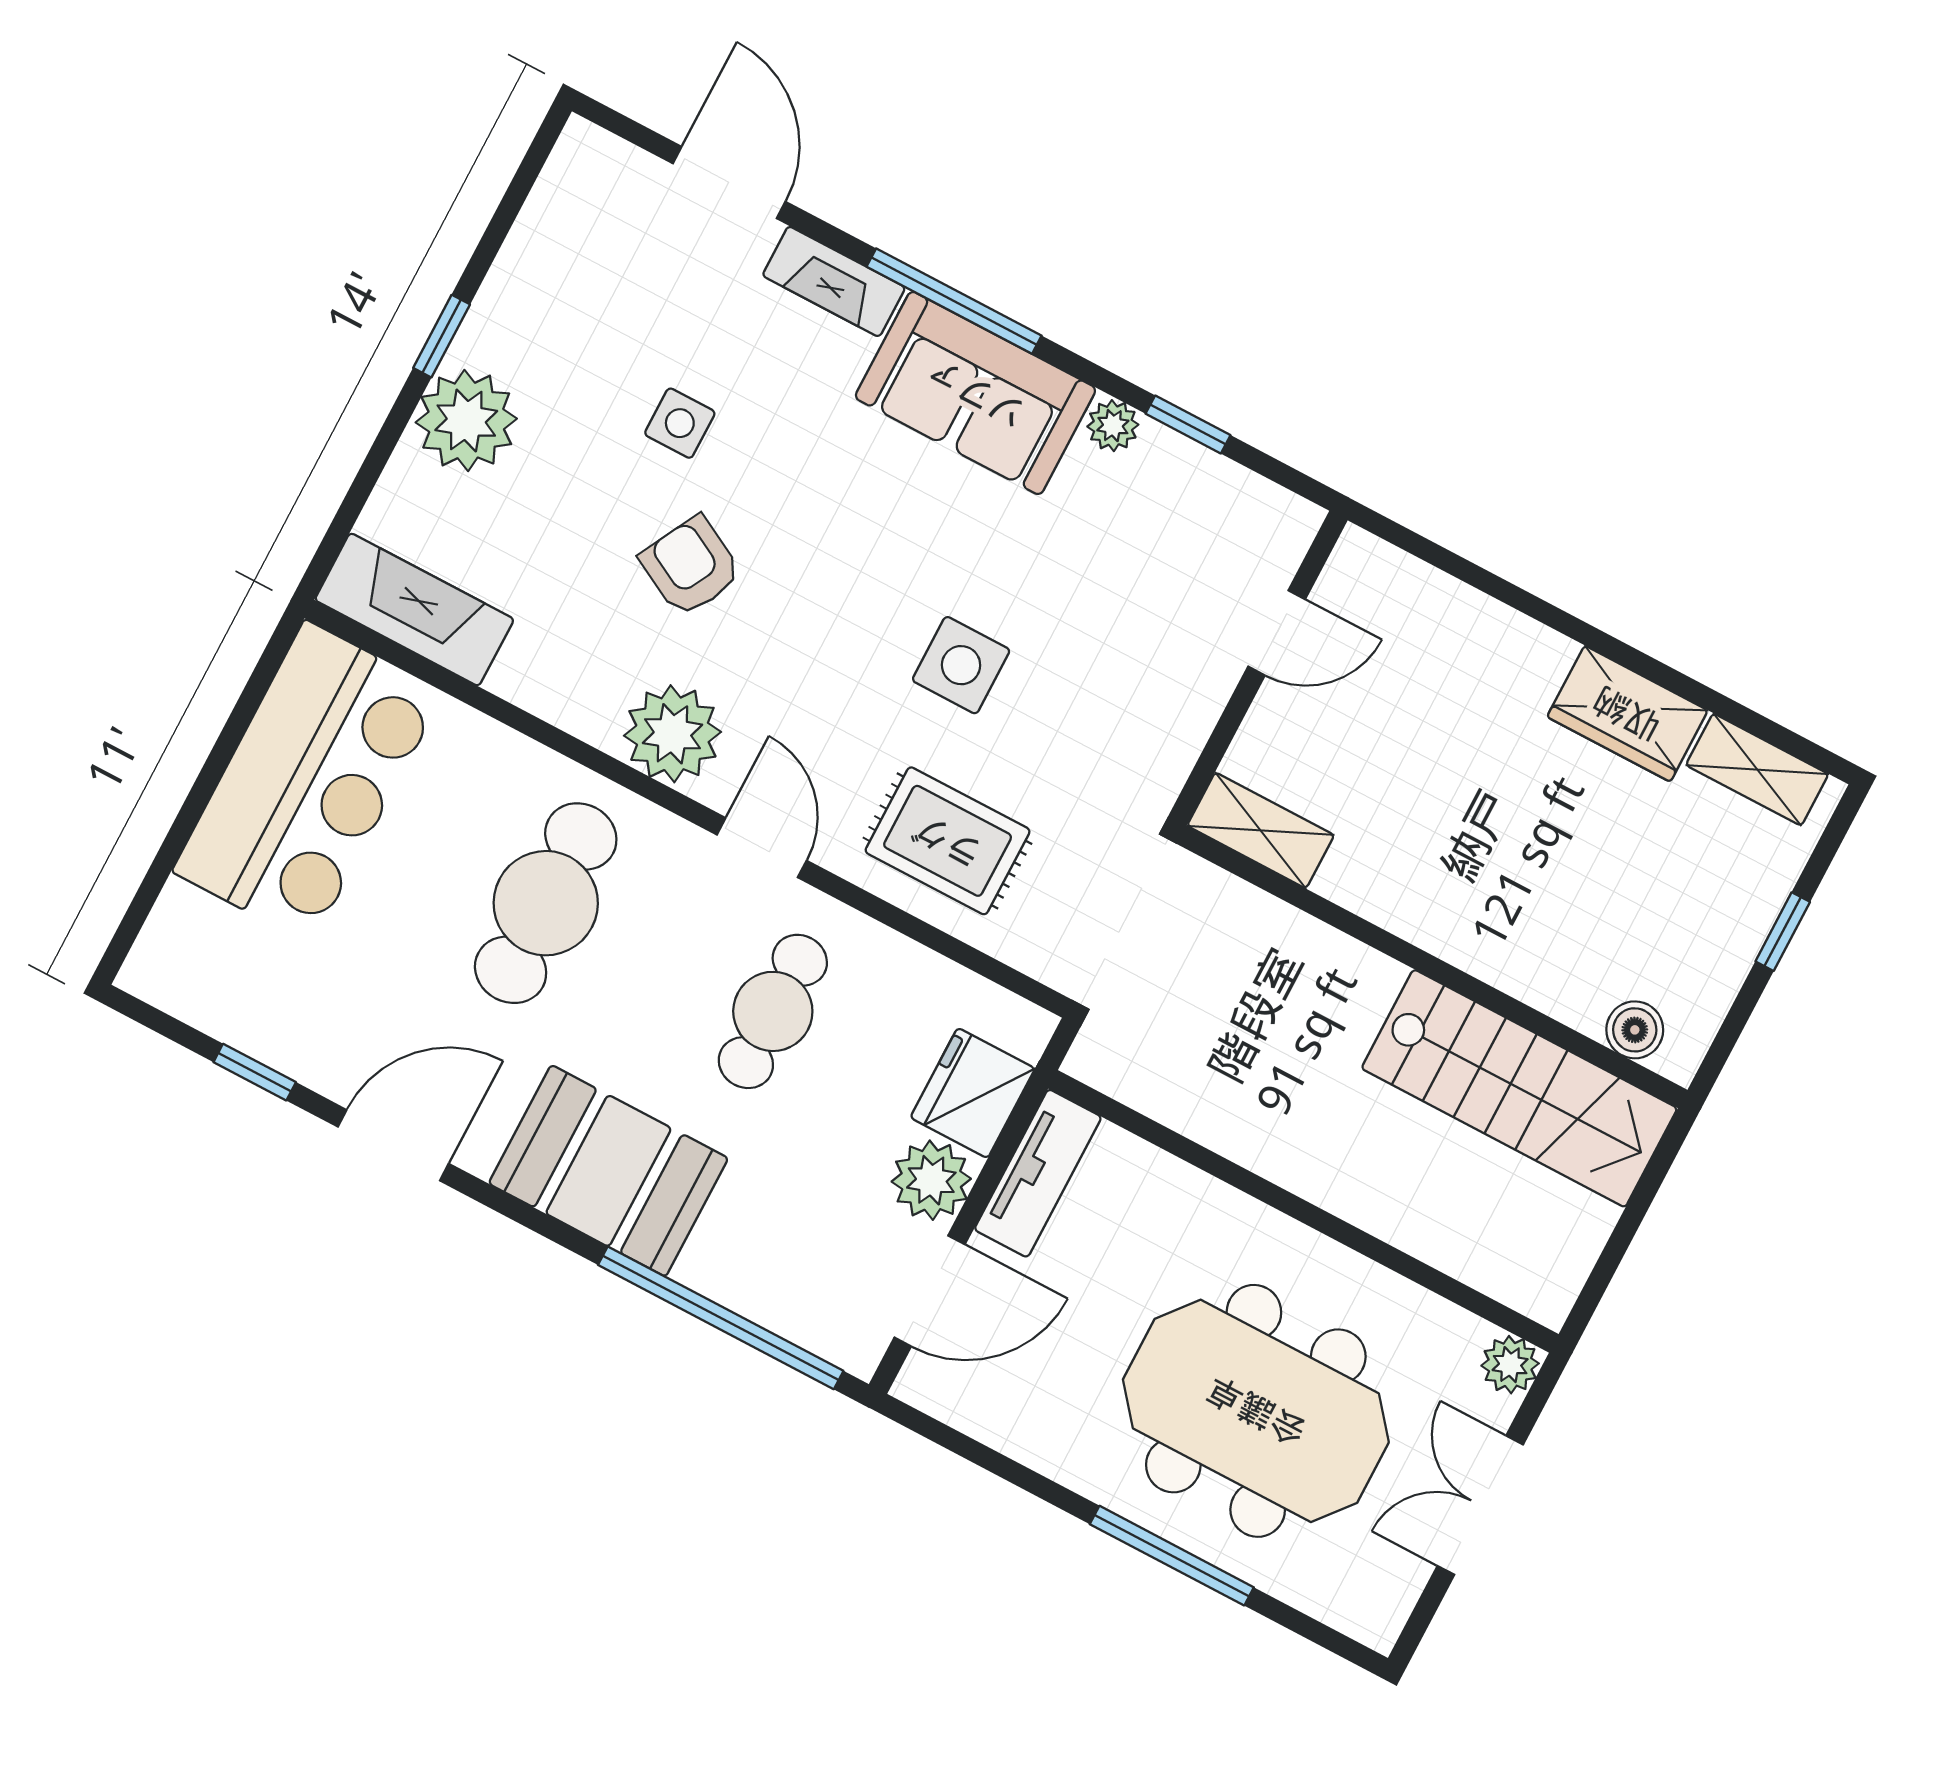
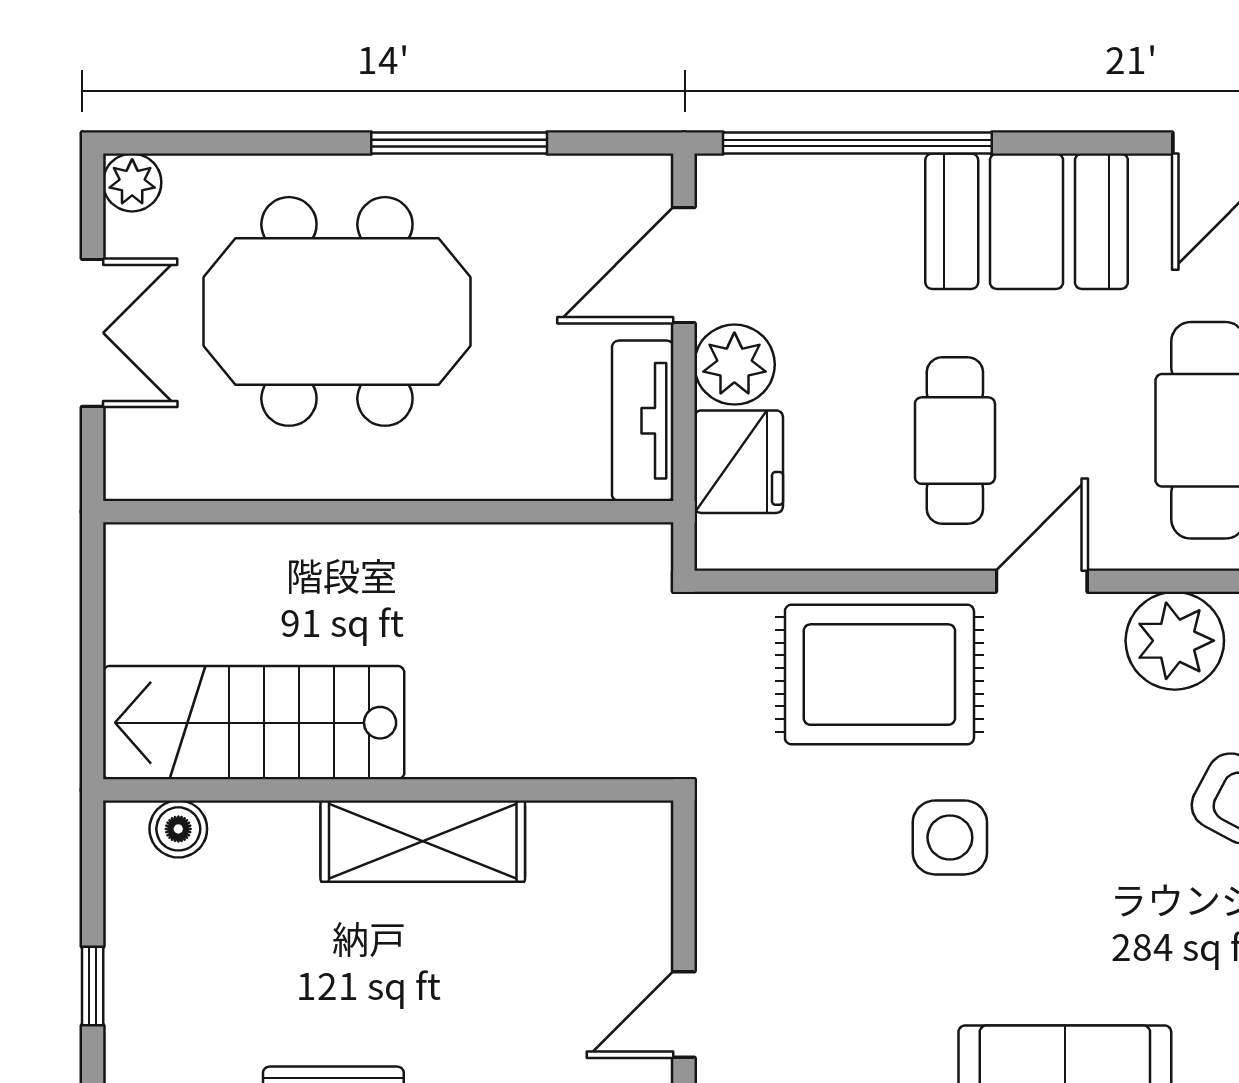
shelving: (1261, 830) -> (423, 841), moved, width x1.50, depth x1.33
rug: (948, 841) -> (879, 675), width x1.36, depth x1.43
door: (762, 848) -> (1042, 581), swing flipped
plant: (1510, 1365) -> (132, 182), moved
window: (1172, 1556) -> (459, 143), moved

